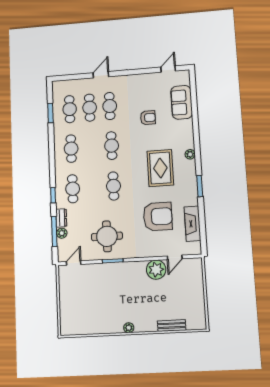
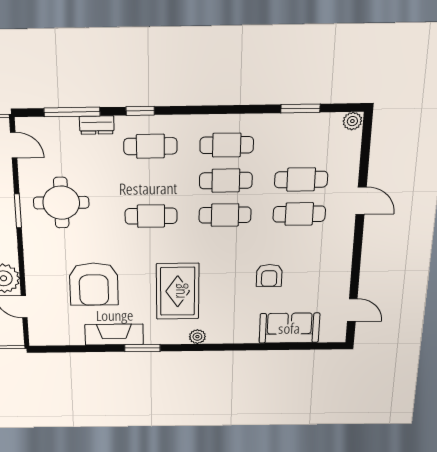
cafe table: (70, 109) -> (226, 181), moved
rug: (160, 168) -> (178, 291), turned 90
fireplace: (193, 224) -> (114, 334), moved
plant: (62, 233) -> (352, 121), moved

